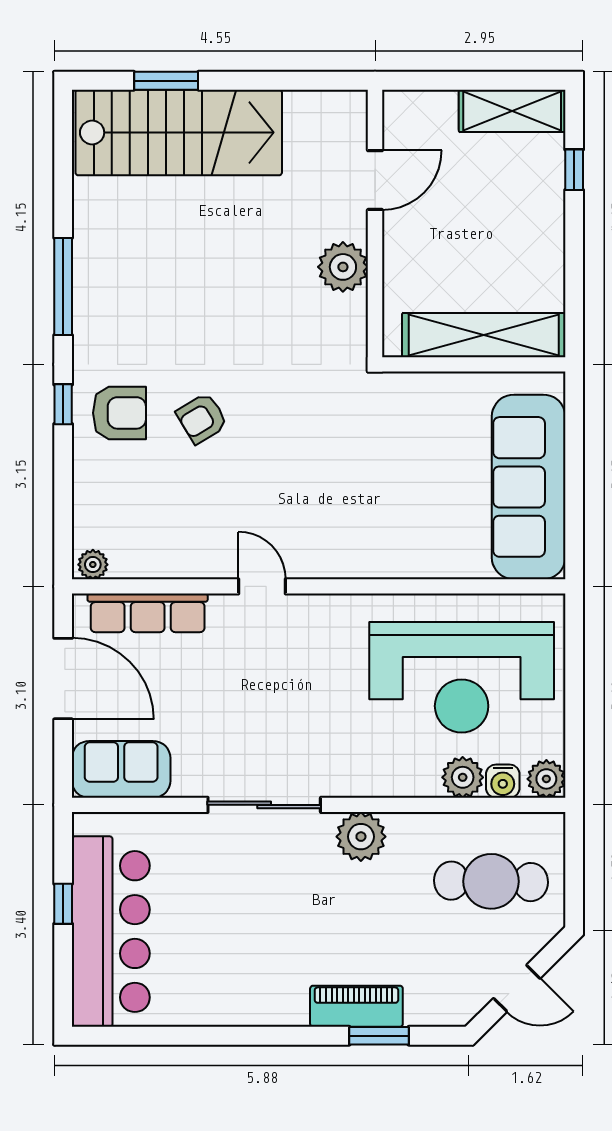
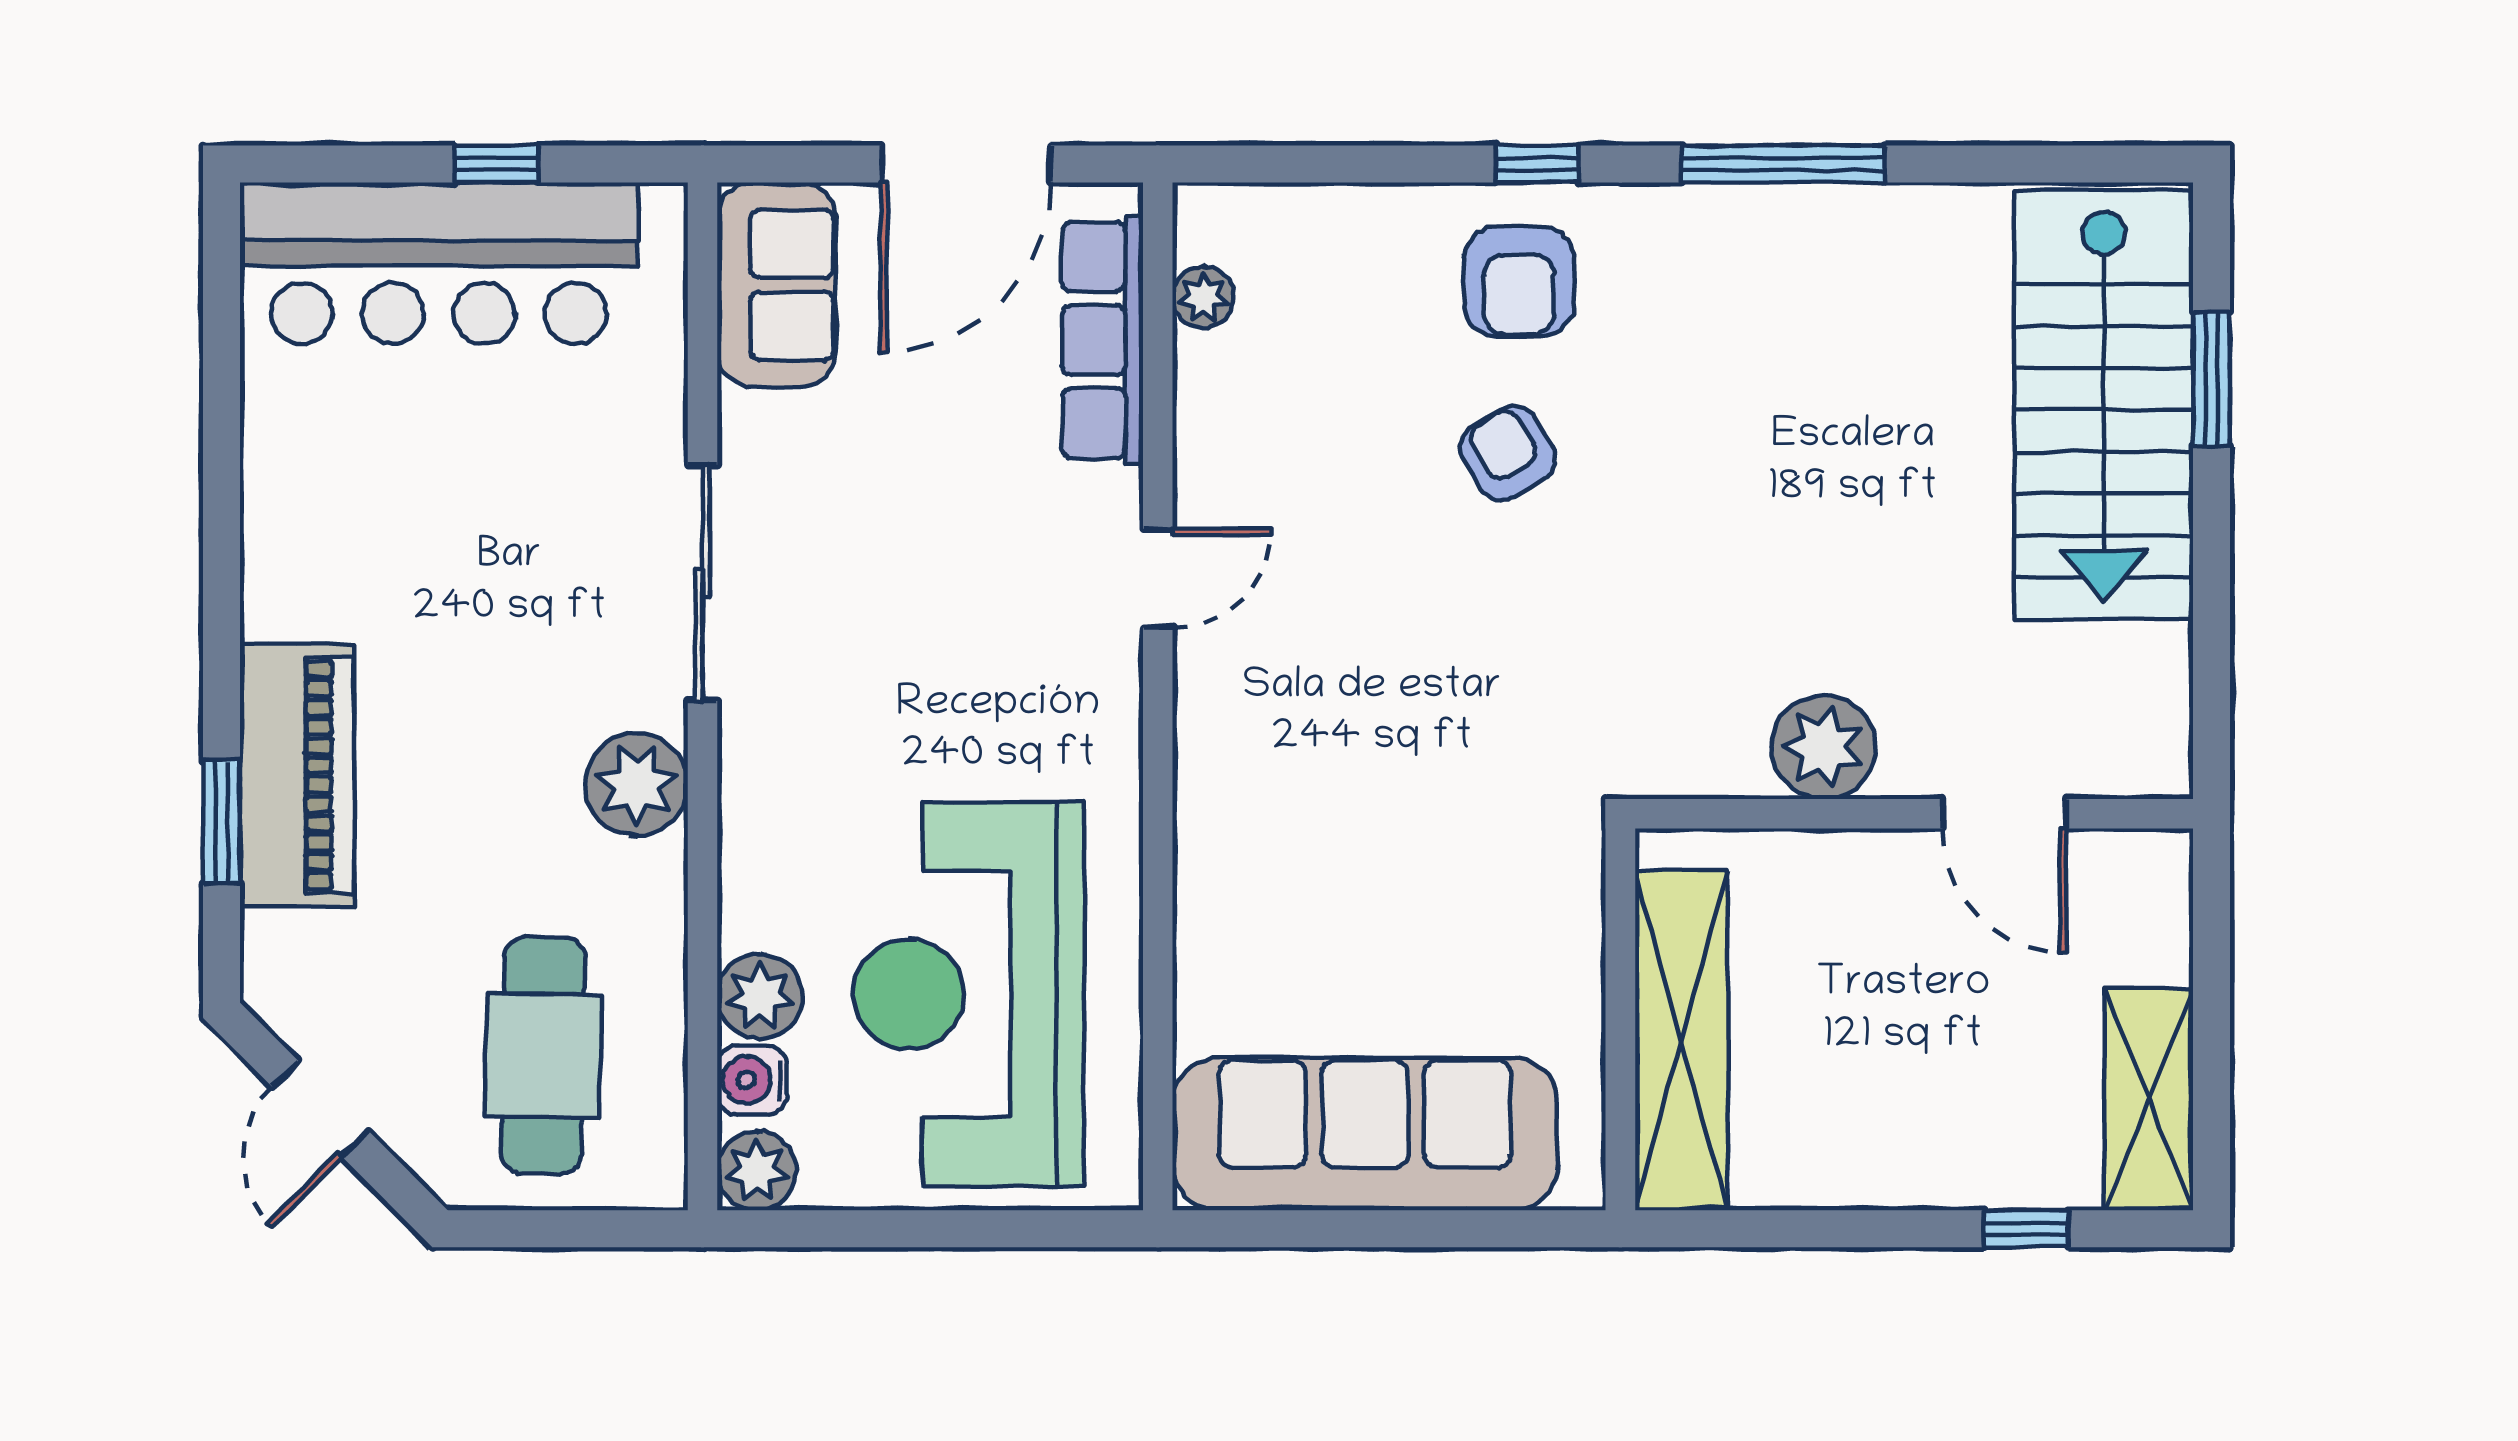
plant: (93, 565) -> (1203, 297), moved
piano: (356, 1006) -> (297, 775), width x1.37, depth x1.33

